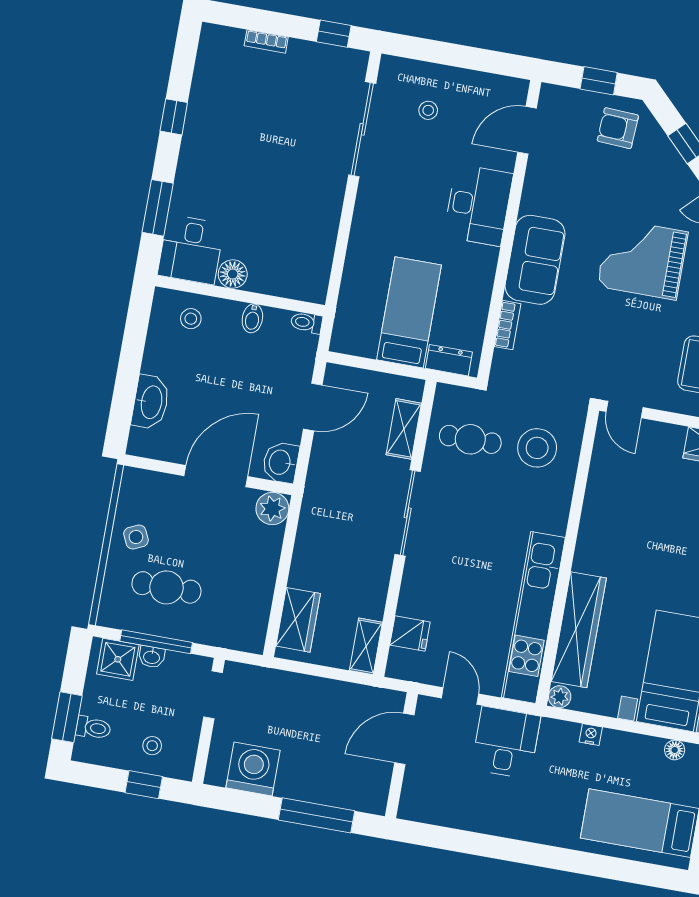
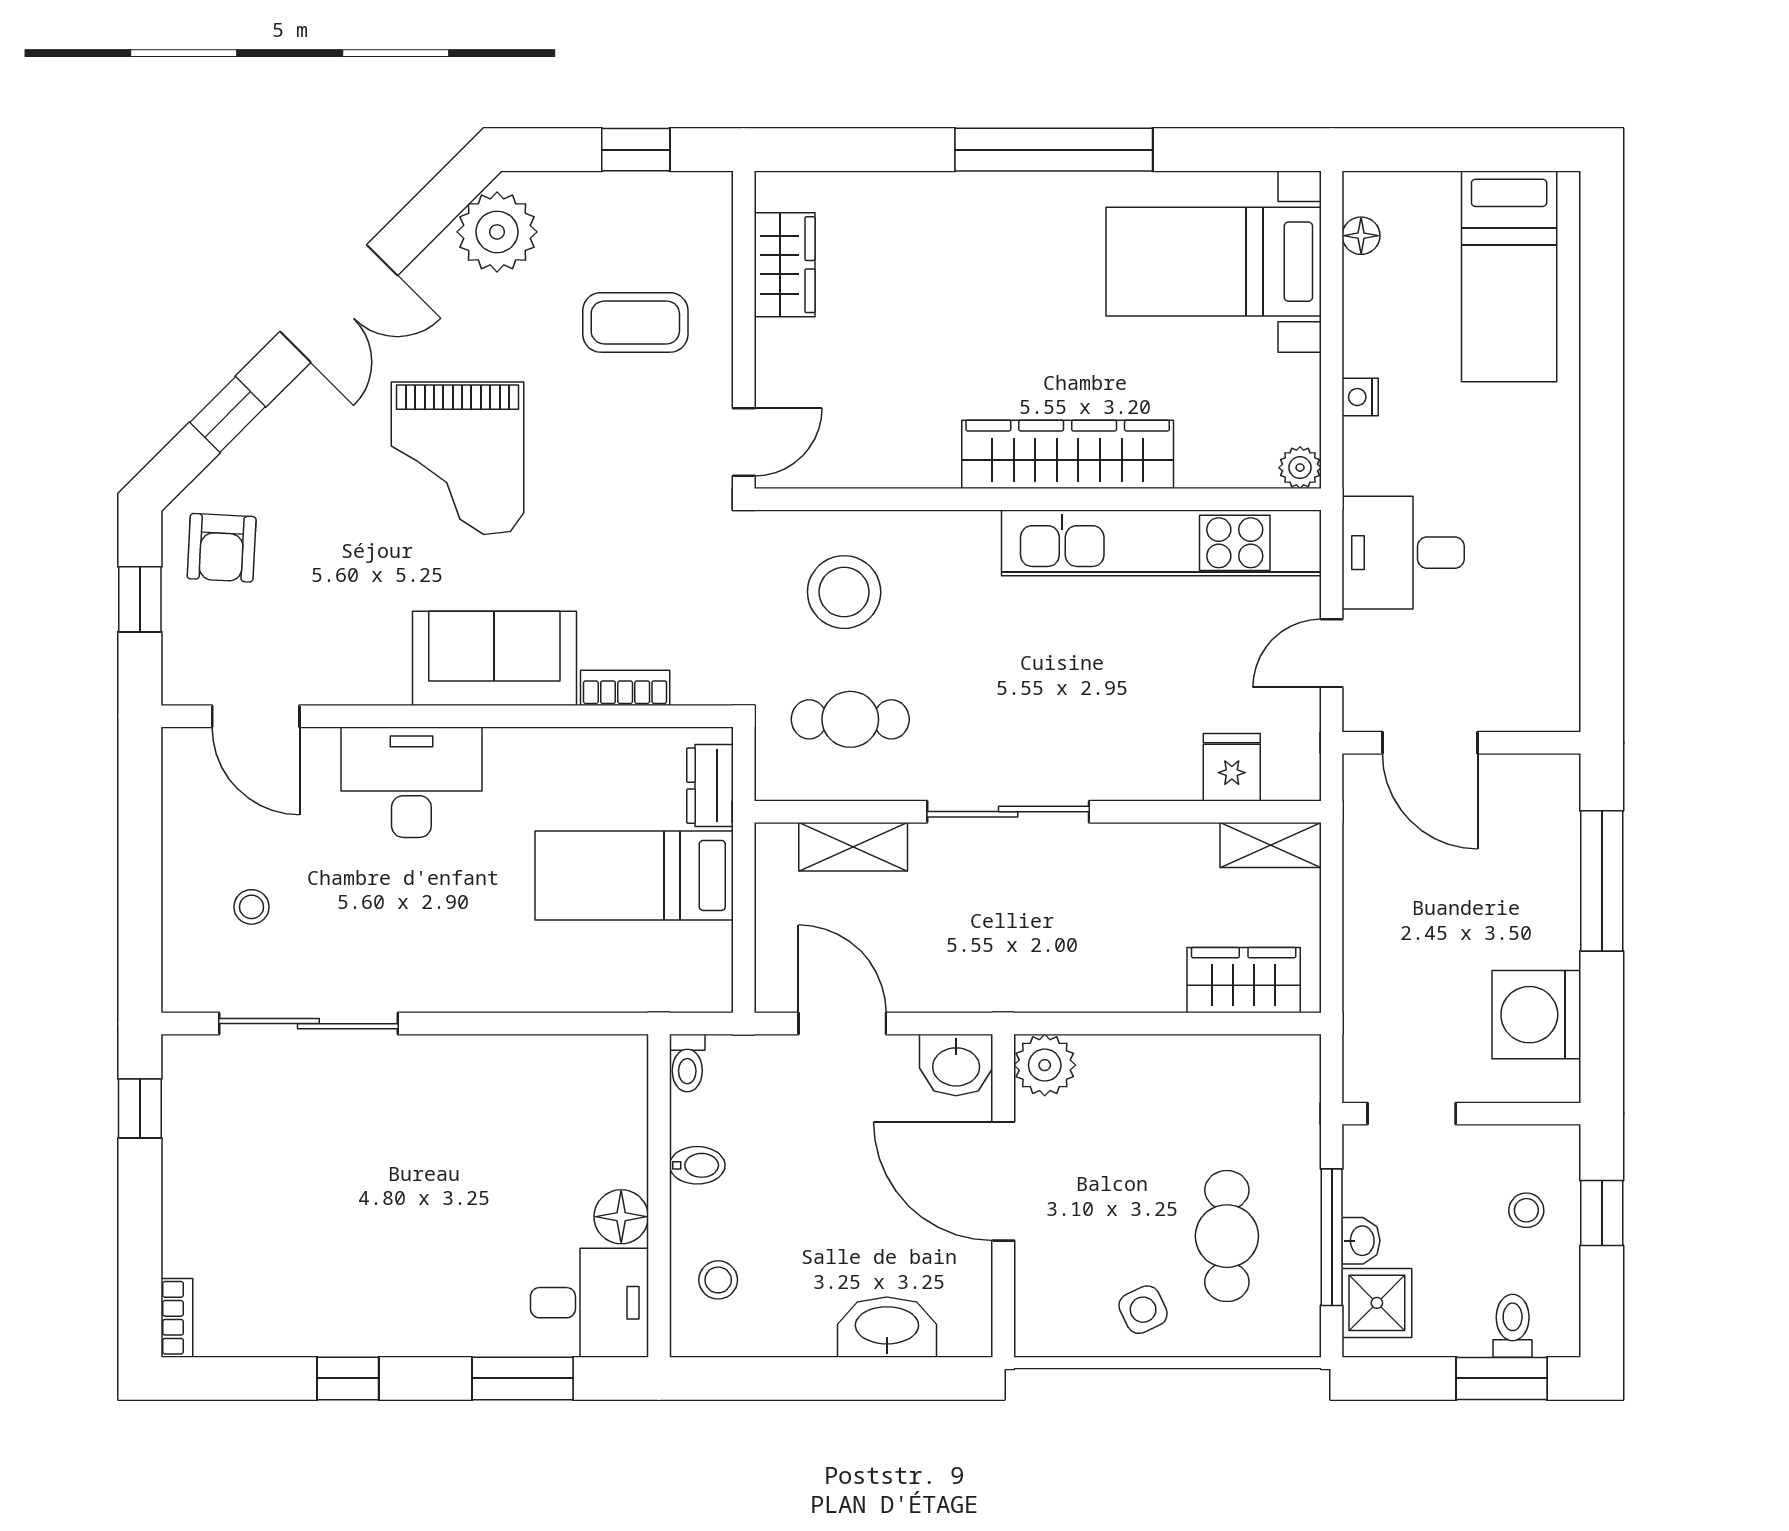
bookcase: (266, 41) -> (177, 1318), moved
cafe table: (470, 439) -> (850, 719), turned 90
wardrobe: (579, 630) -> (1068, 454), moved

